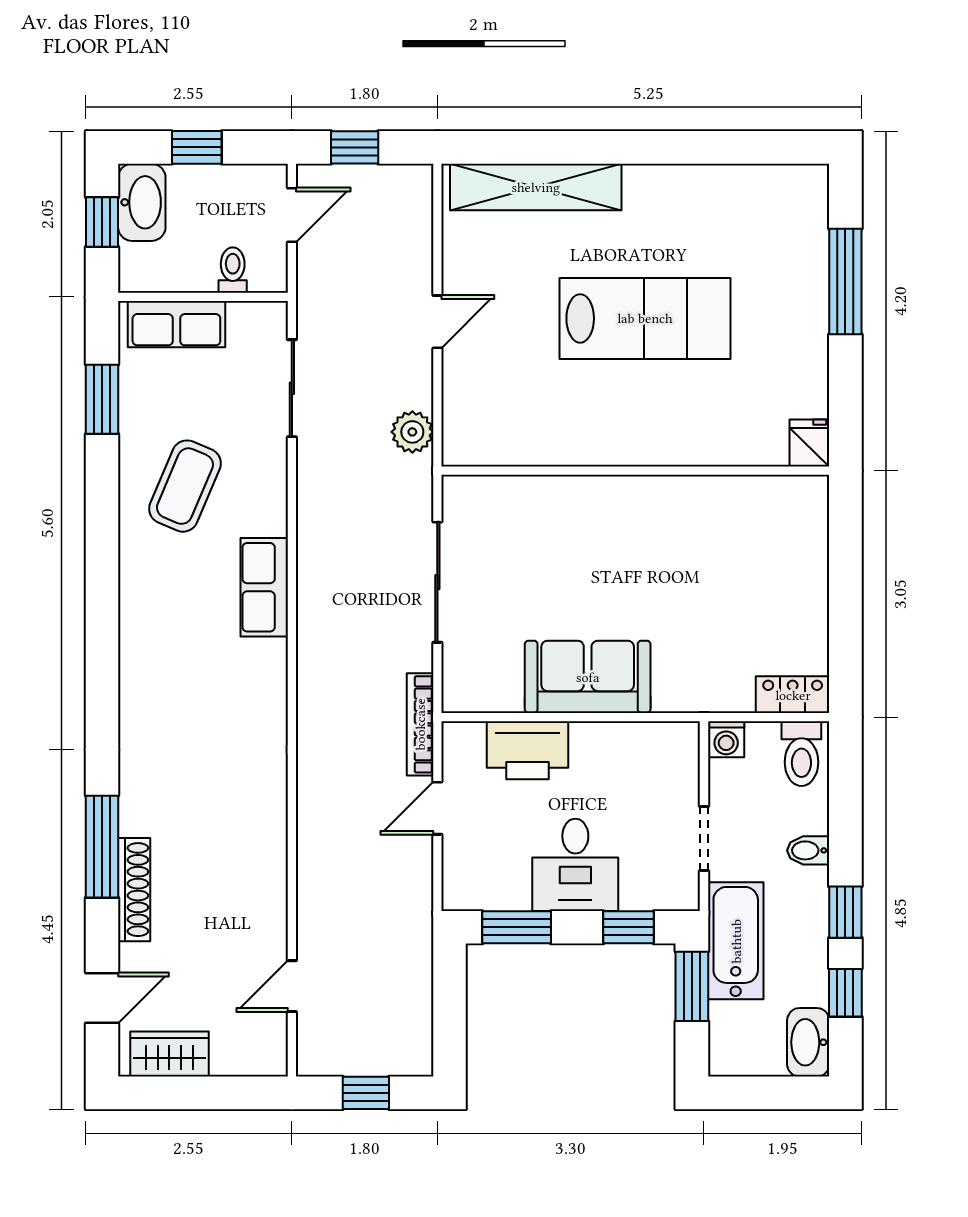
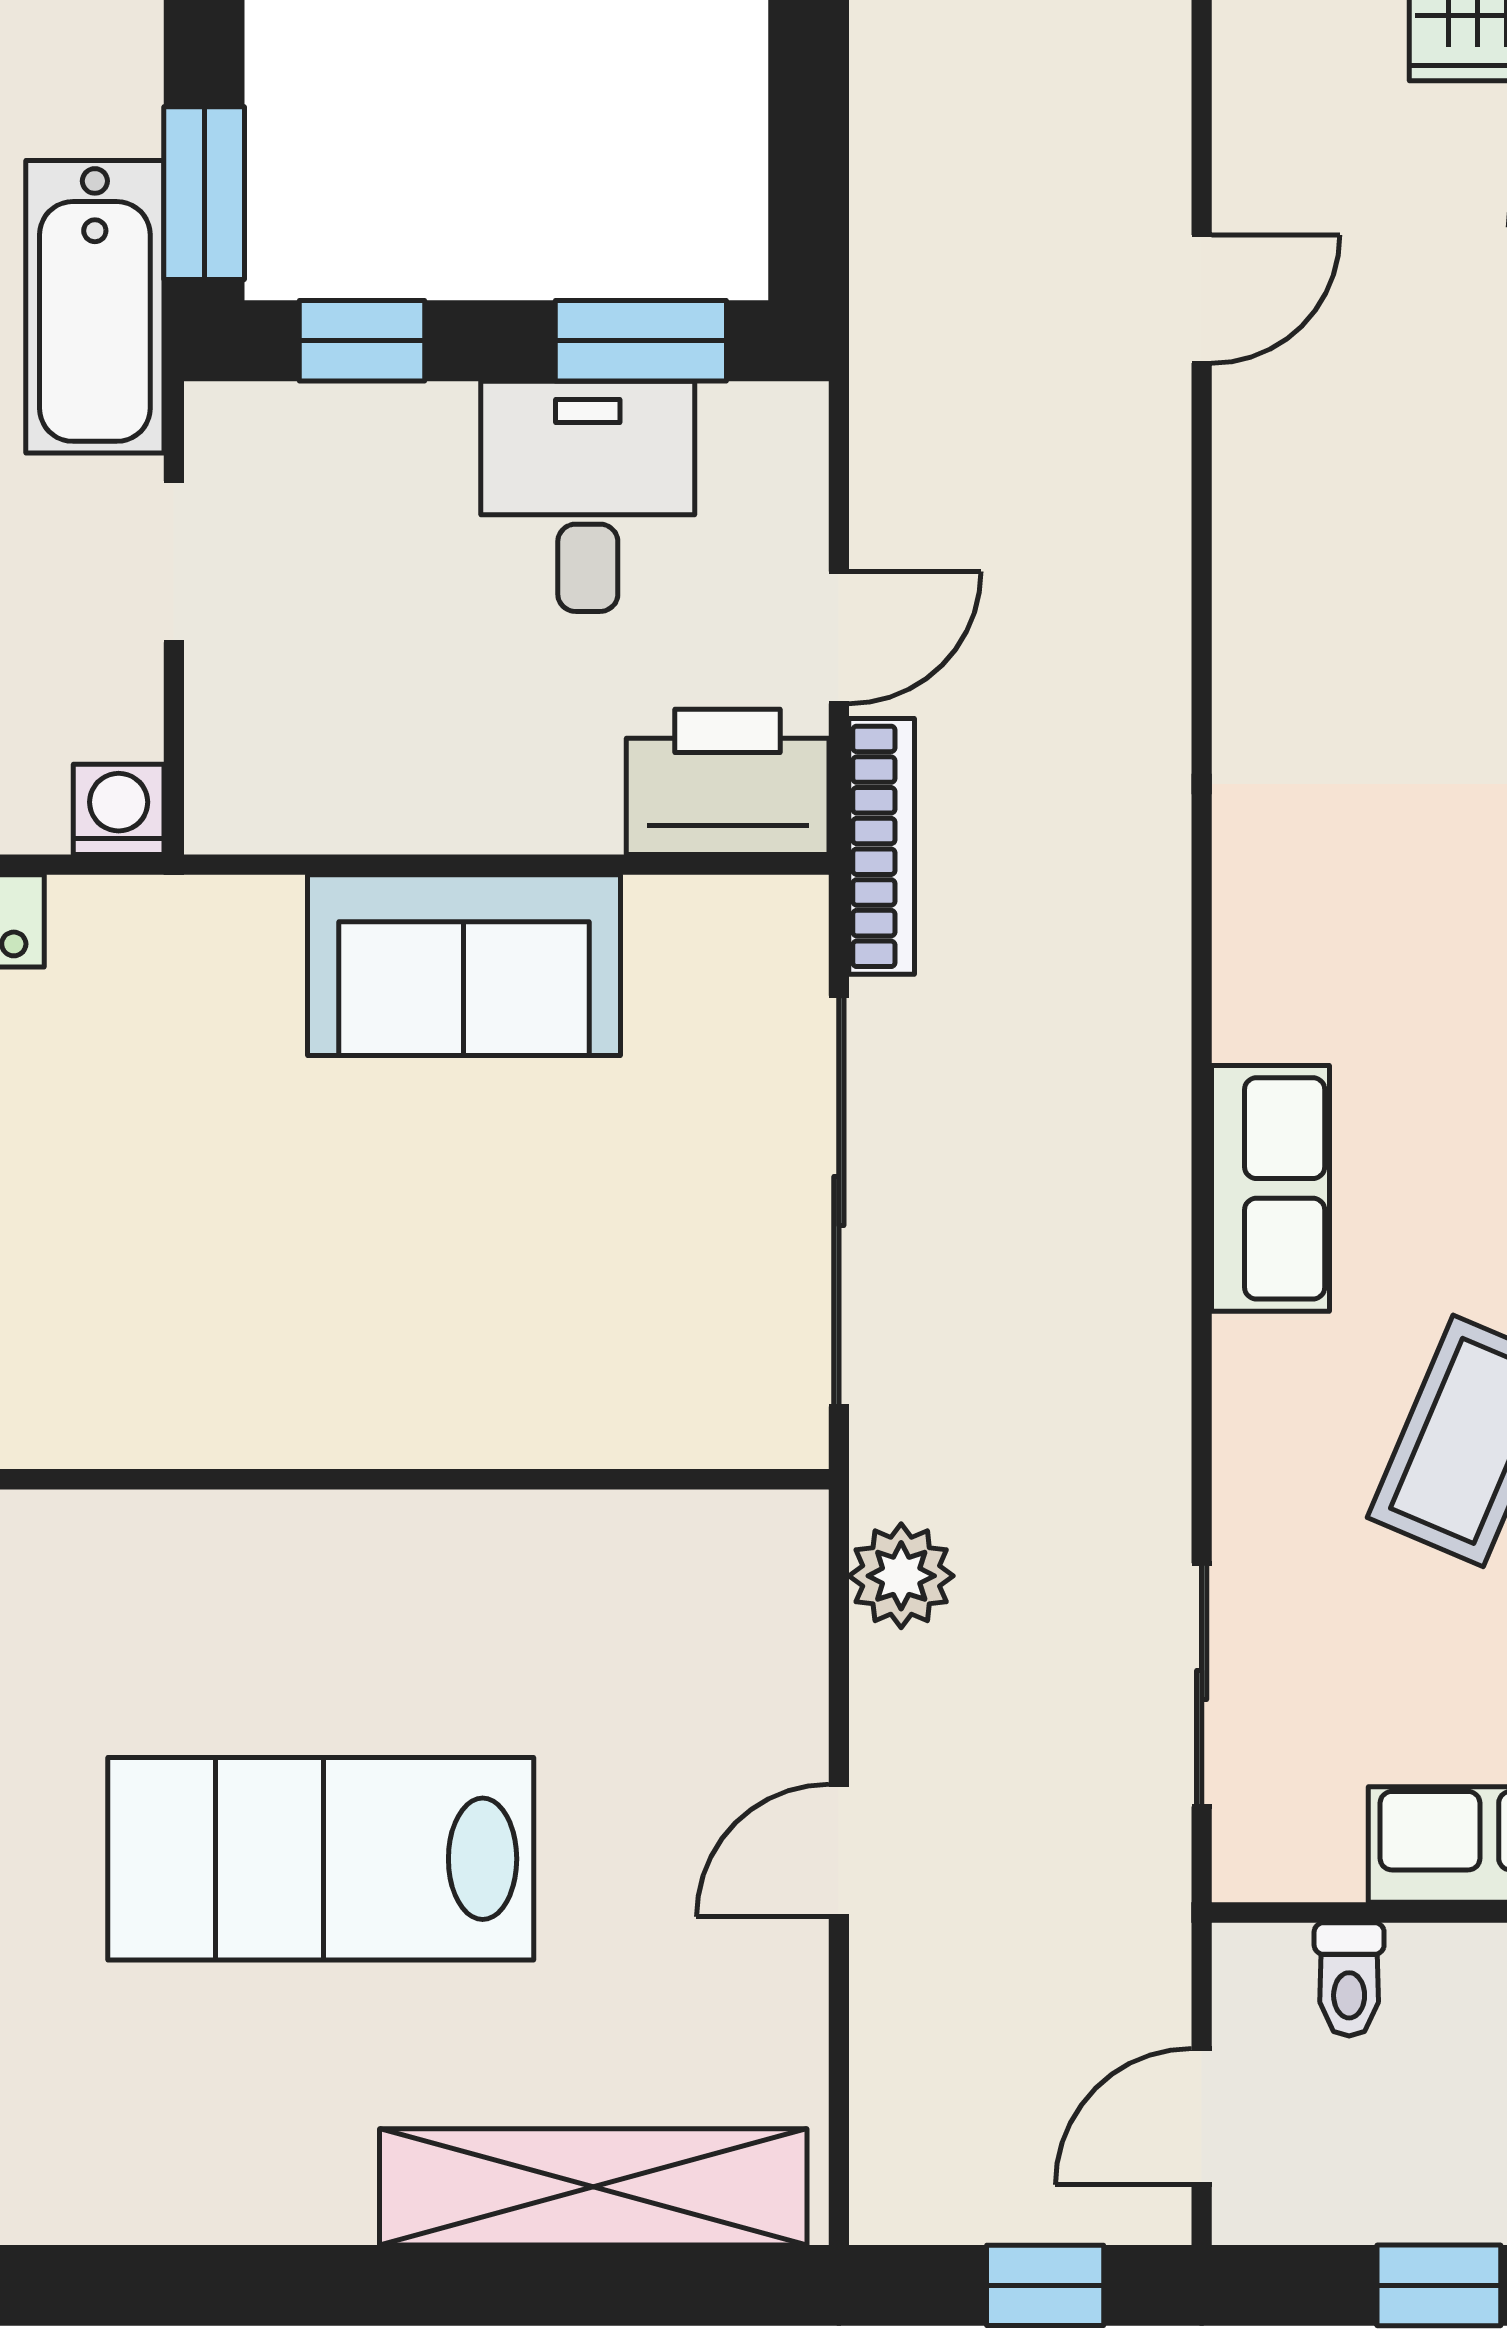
sliding door: (437, 582) -> (839, 1201), width x1.36
printer: (527, 750) -> (728, 782), moved
desk: (575, 865) -> (588, 496), moved
door: (292, 986) -> (1202, 299), moved

